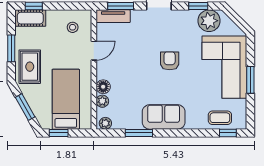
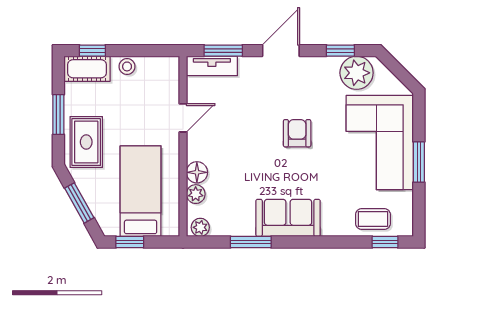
stool: (73, 27) -> (127, 66), moved

